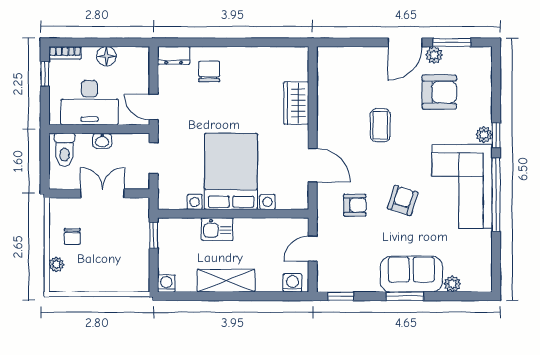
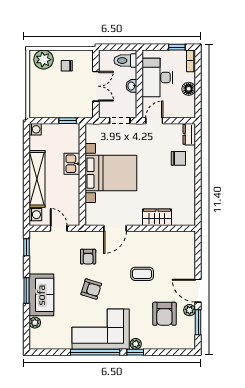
plant: (56, 264) -> (44, 60), width x1.88, depth x1.88
shelving: (226, 281) -> (37, 179), width x1.47

